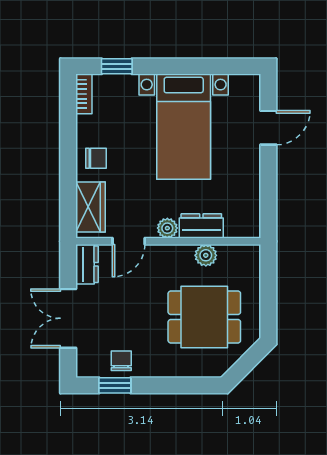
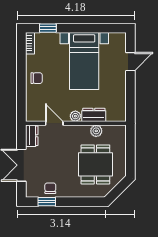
wardrobe: (90, 207) -> (34, 105), removed
door: (129, 241) -> (54, 123), swing flipped
dining table: (204, 317) -> (95, 164), turned 90

